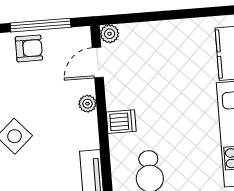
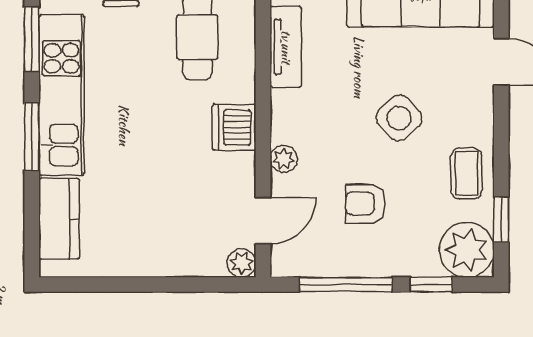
armchair: (29, 48) -> (365, 204), moved
dishwasher: (121, 122) -> (234, 127), width x1.38

